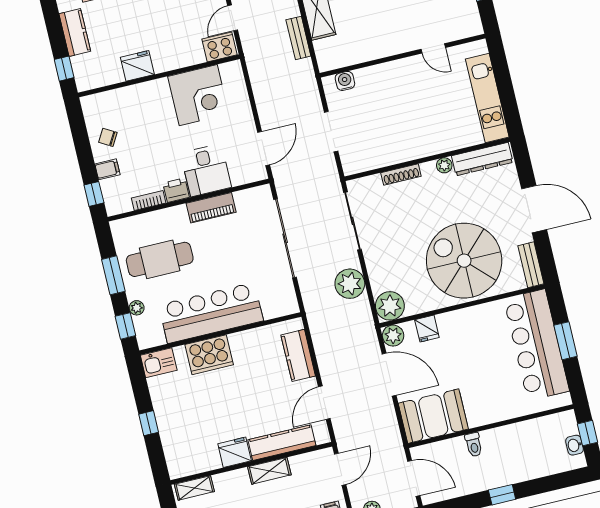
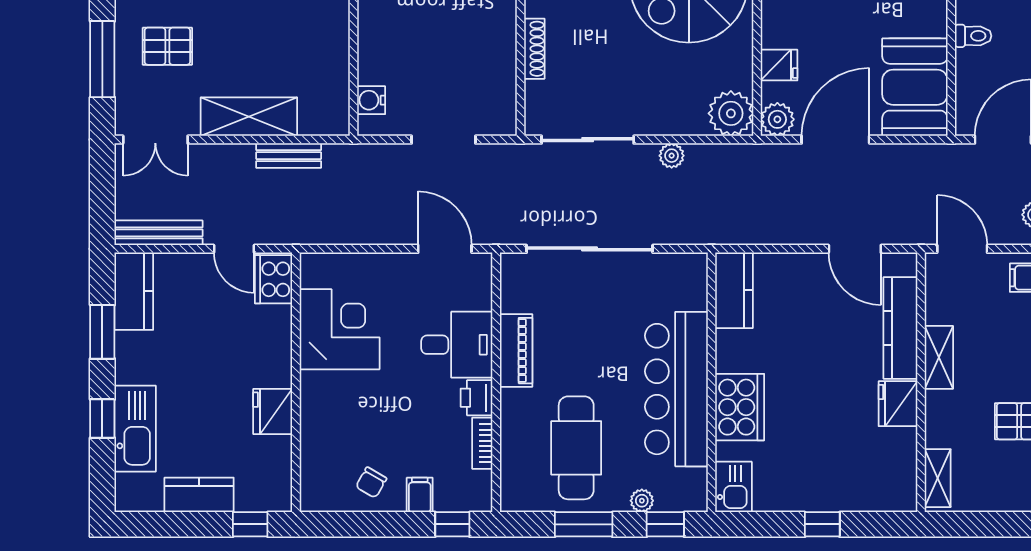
plant: (350, 284) -> (672, 156), width x0.53, depth x0.53
kitchen counter: (298, 355) -> (734, 290), moved, turned -90

